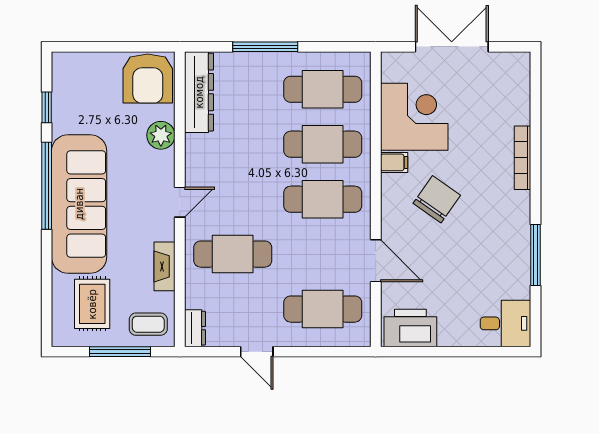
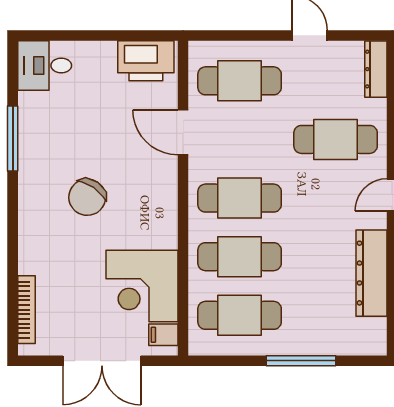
dresser: (199, 92) -> (372, 273), moved
bookcase: (522, 158) -> (26, 310), moved
filing cabinet: (394, 162) -> (163, 335), moved
chair: (437, 199) -> (87, 197), moved
dresser: (195, 328) -> (376, 69), width x1.44

